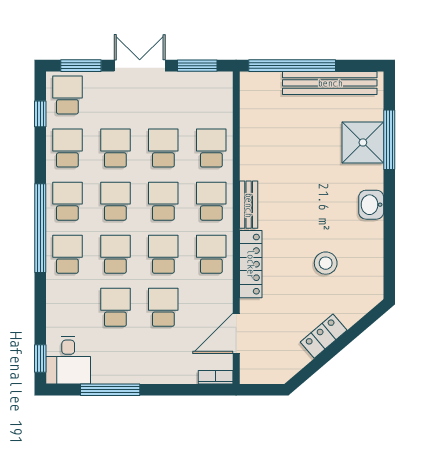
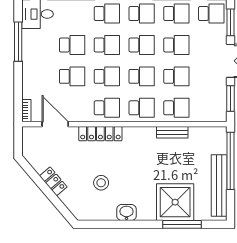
shower: (363, 142) -> (175, 202), width x1.37, depth x1.37
bench: (249, 205) -> (172, 132), moved
washbasin: (371, 205) -> (126, 213), moved

